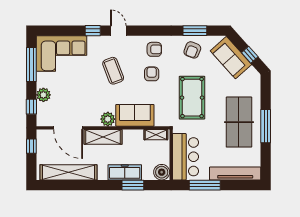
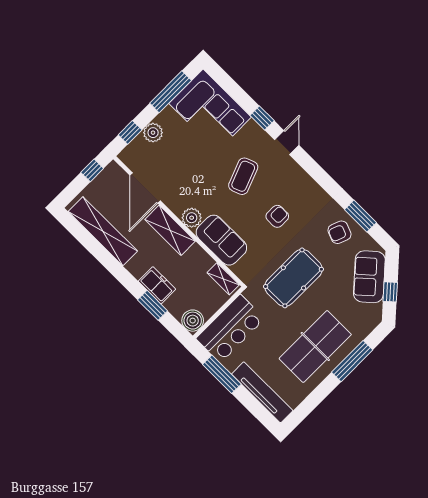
armchair: (154, 49) -> (303, 195), removed
window: (266, 126) -> (352, 361), moved
freezer: (125, 172) -> (157, 285), width x0.71

